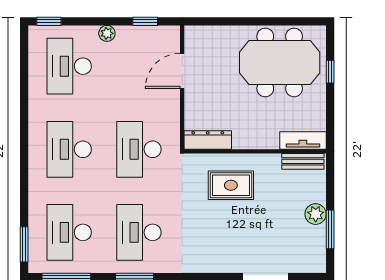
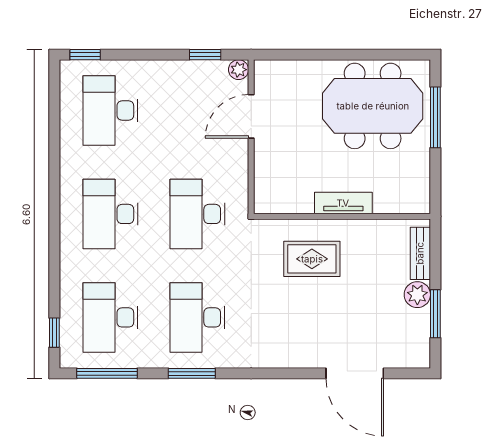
plant: (107, 33) -> (239, 70), moved
window: (330, 72) -> (435, 117), width x2.17
dresser: (208, 140) -> (283, 202), removed
tv unit: (303, 140) -> (343, 203), moved
bench: (303, 161) -> (420, 253), moved, turned 90
window: (24, 244) -> (54, 333), width x0.67

